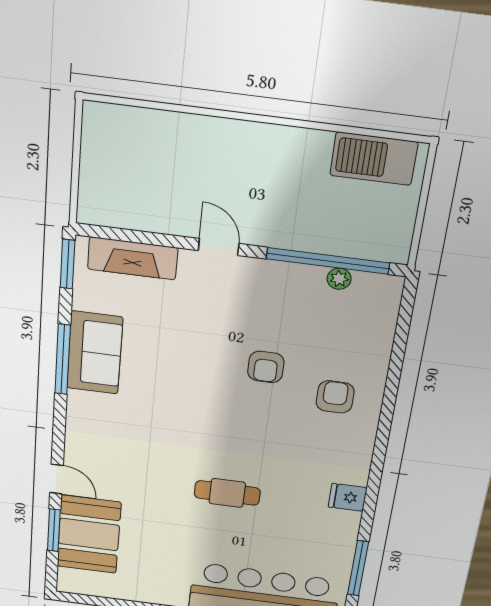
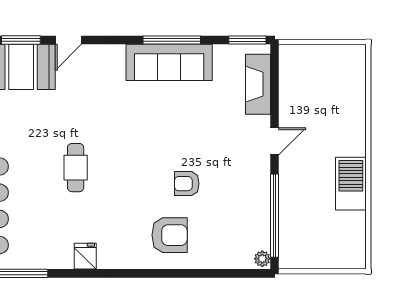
barbecue: (374, 159) -> (351, 184), moved
plant: (339, 279) -> (262, 259), moved
sofa: (95, 353) -> (169, 62), width x1.36
armchair: (335, 397) -> (170, 235), width x1.38, depth x1.38

